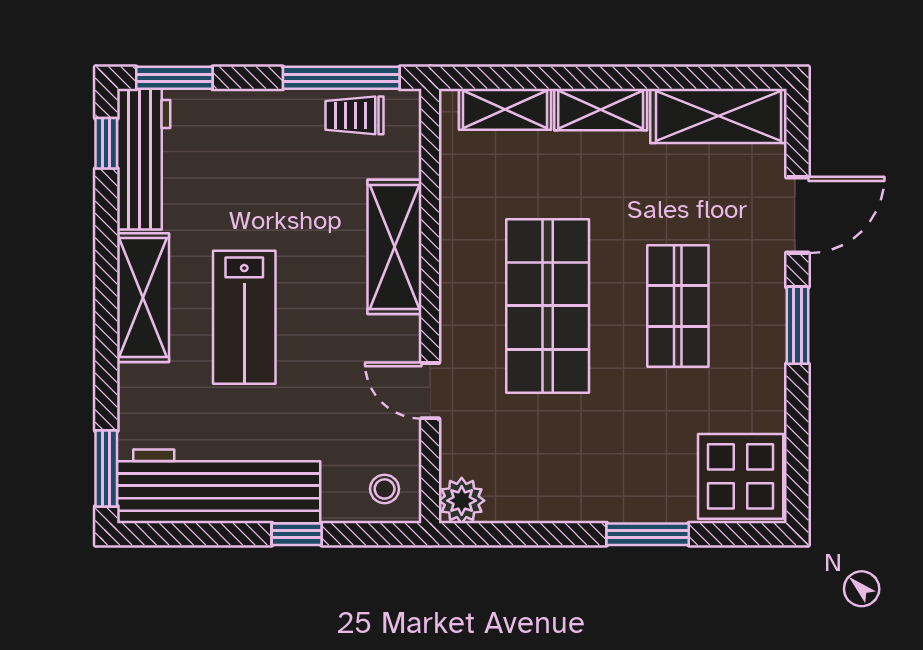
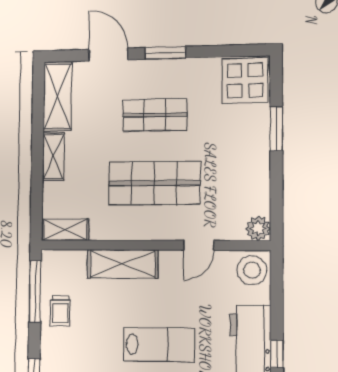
shelving: (505, 109) -> (65, 230), moved, turned 90
trolley: (354, 115) -> (60, 311), moved
stool: (385, 489) -> (252, 270), width x1.89, depth x1.89
window: (297, 534) -> (277, 354), moved

